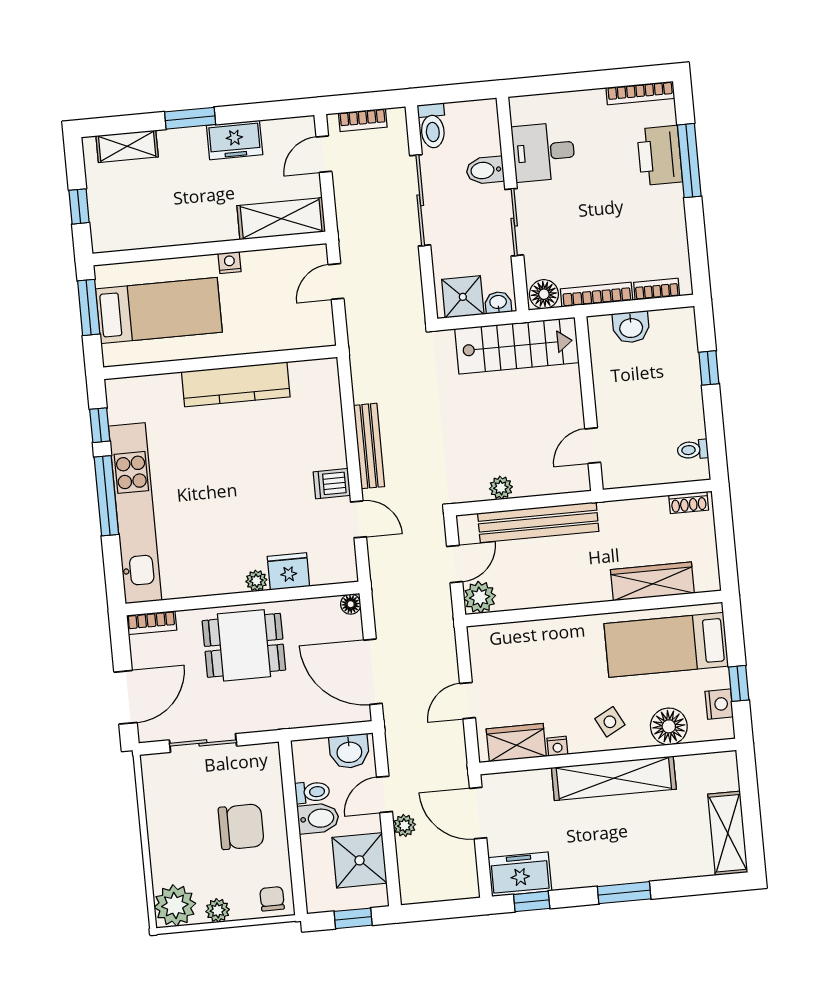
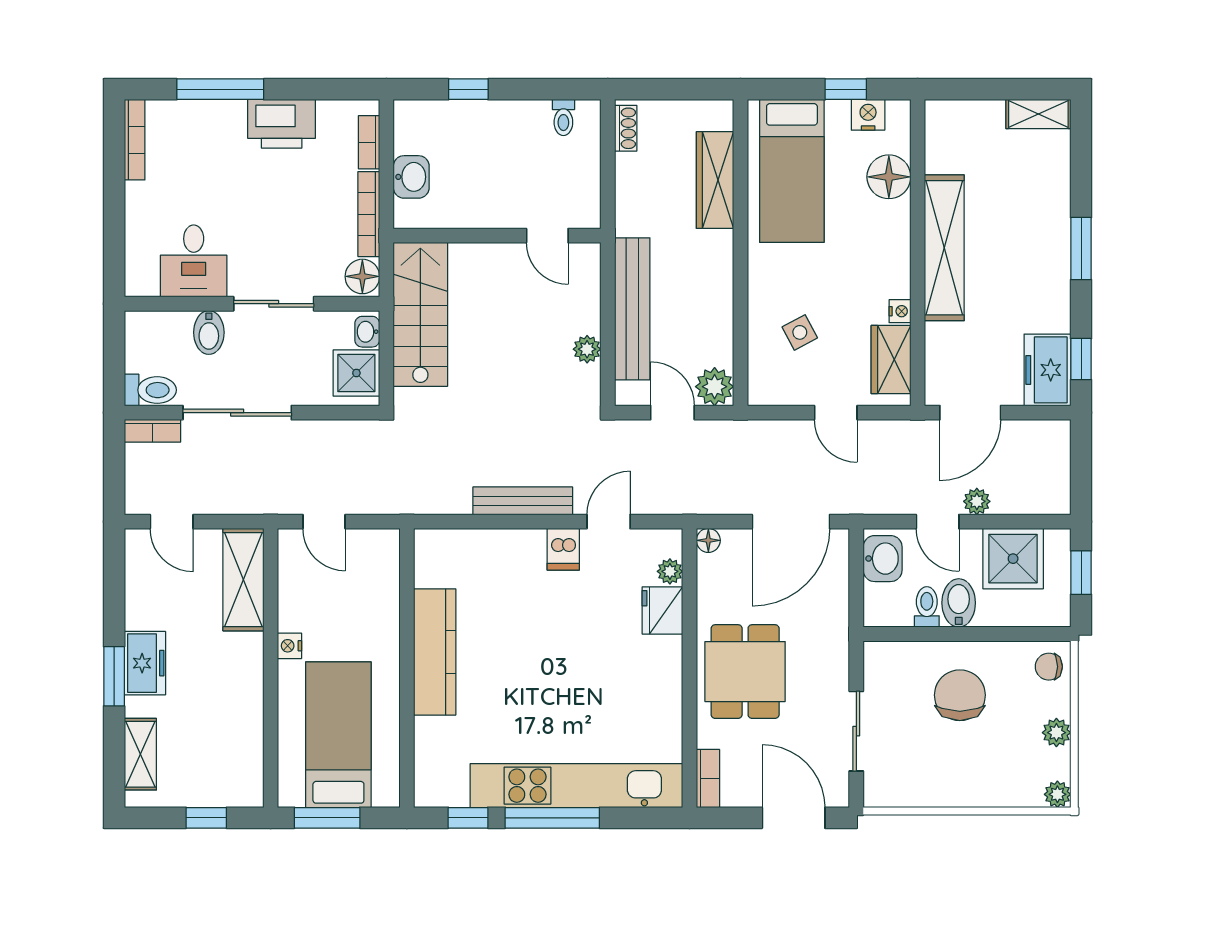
bookcase: (363, 120) -> (152, 431), moved, turned 90
freezer: (235, 140) -> (145, 663), moved
printer: (660, 155) -> (282, 124), moved
plant: (256, 581) -> (670, 571), moved
side table: (610, 722) -> (800, 332), moved
shelving: (728, 833) -> (1038, 114), width x0.67, depth x0.75
plant: (175, 905) -> (1057, 794), width x0.53, depth x0.53

